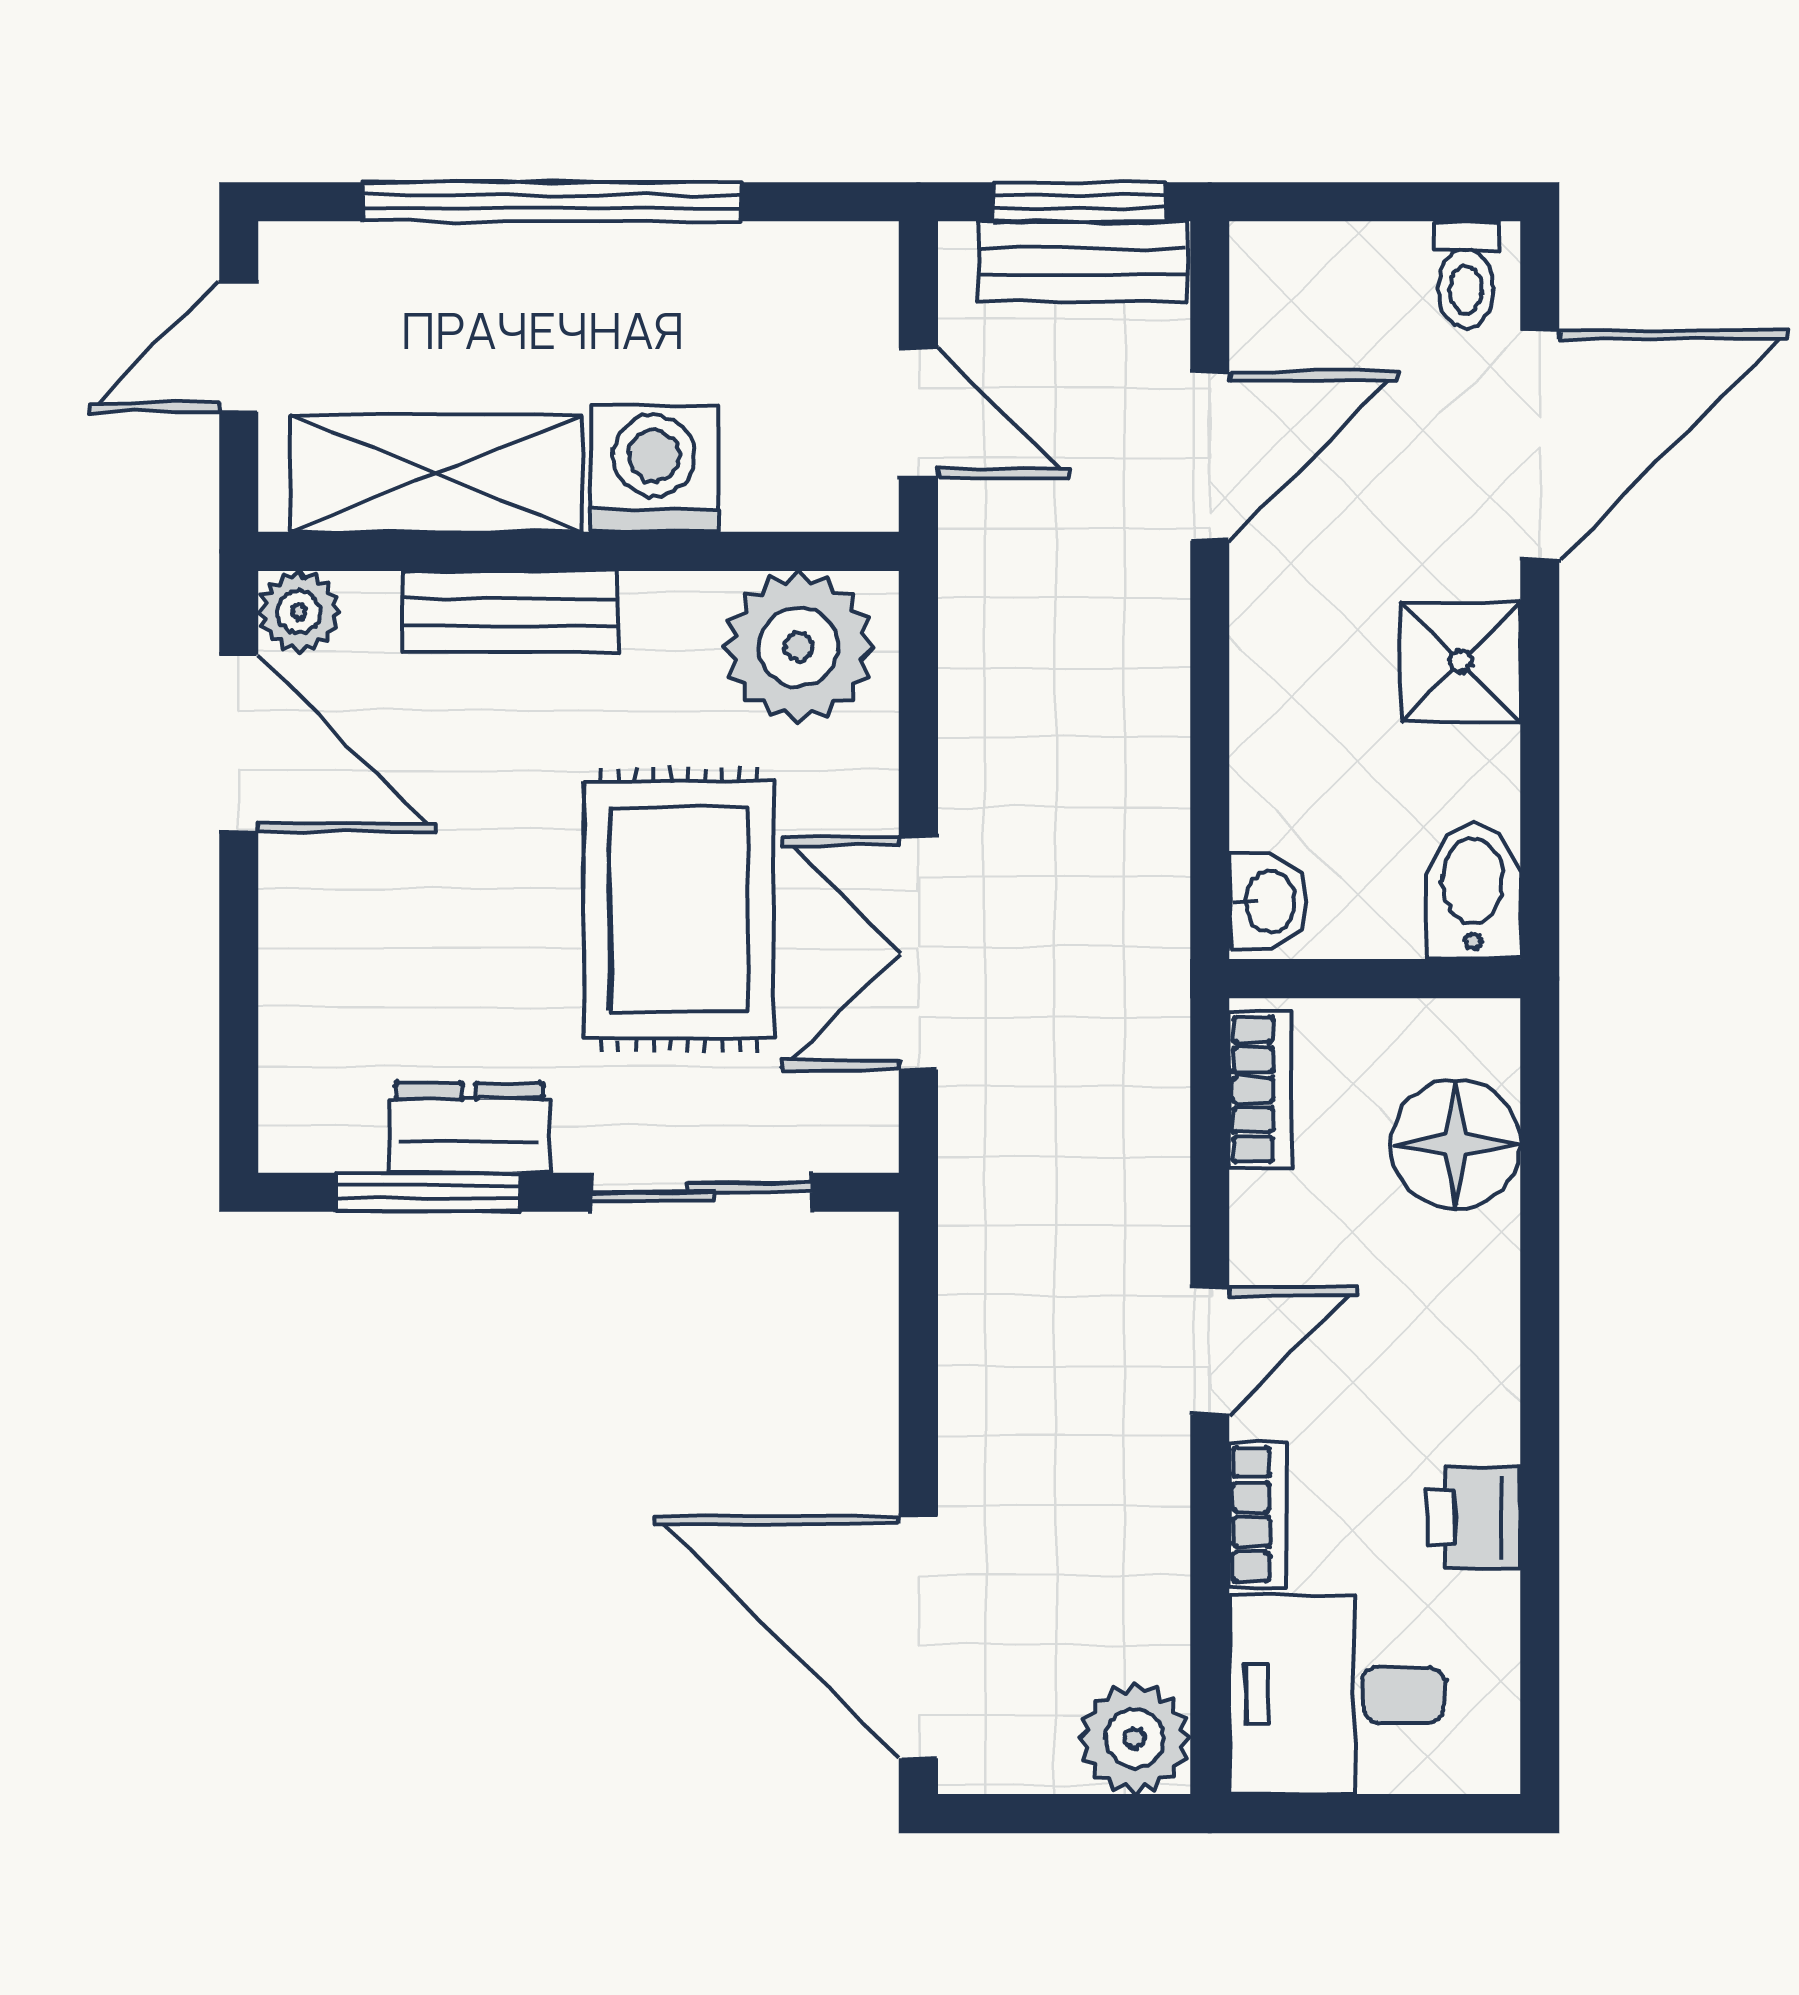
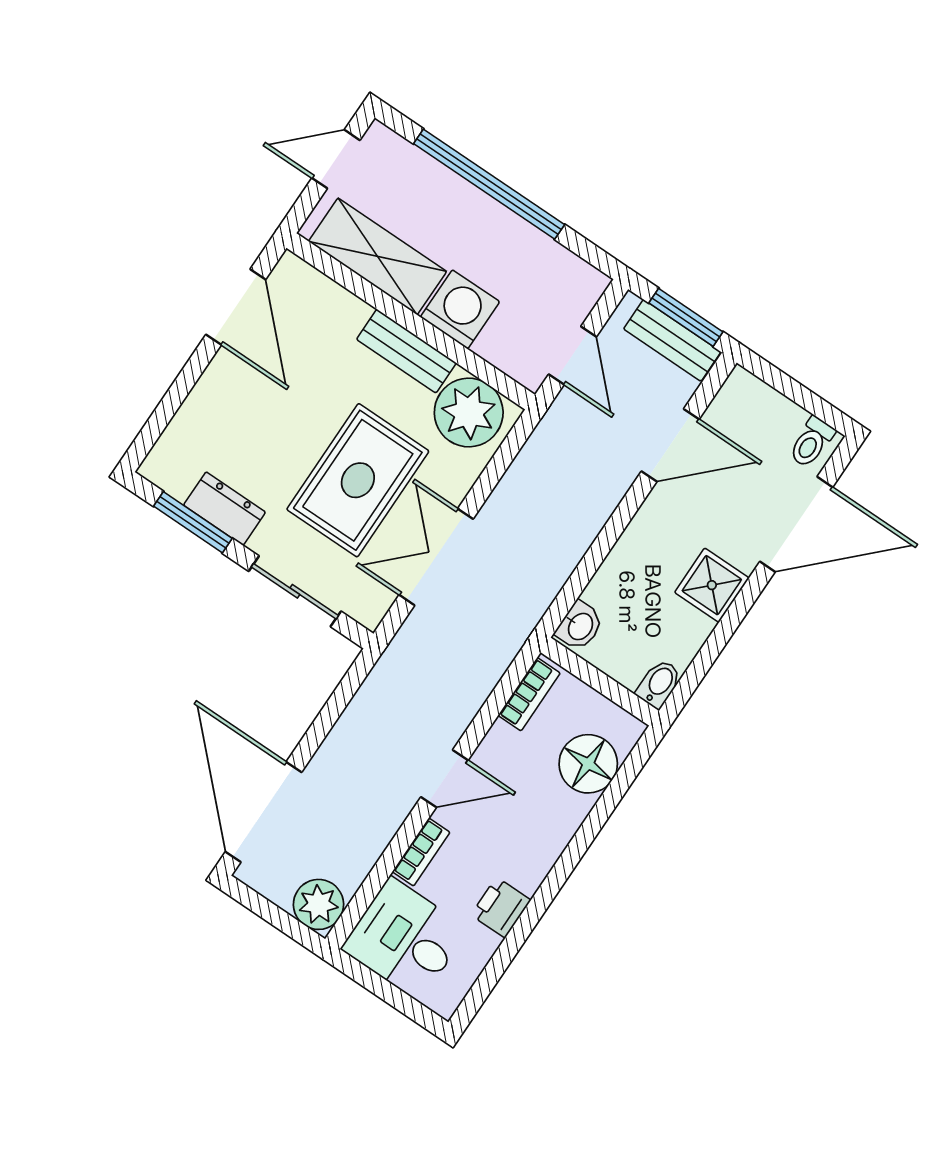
plant: (299, 611) -> (291, 273), removed
bench: (510, 612) -> (406, 351), moved
bidet: (1473, 891) -> (659, 684), width x0.72, depth x0.74

